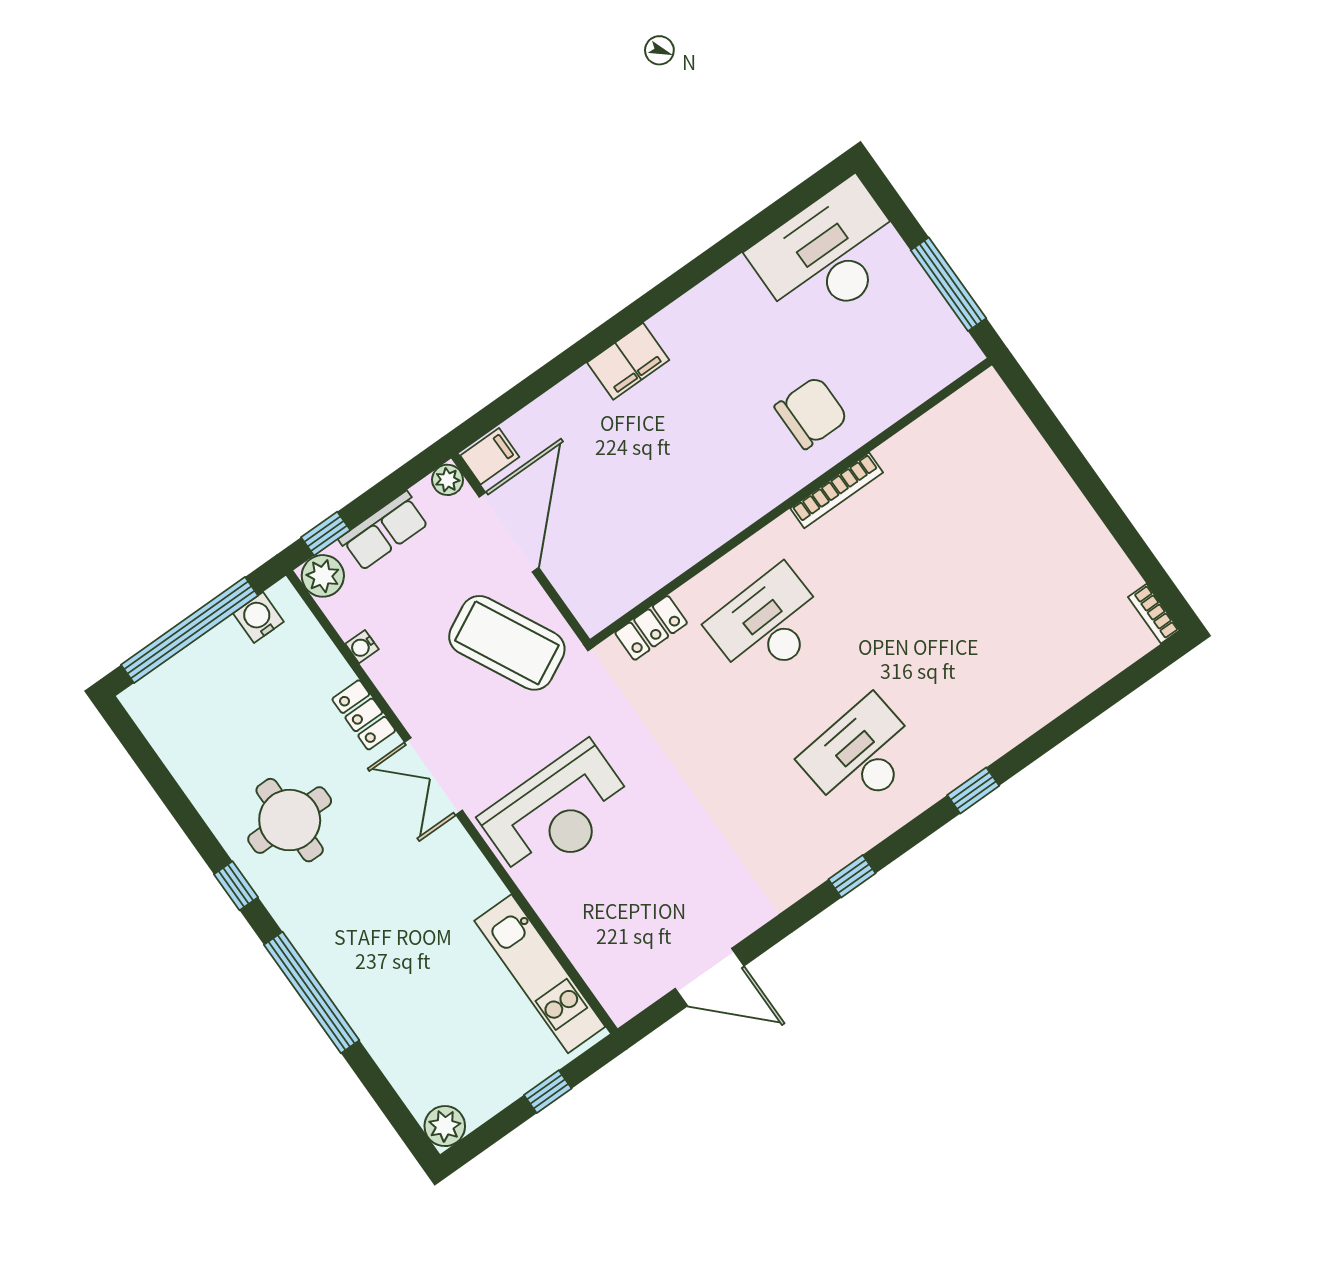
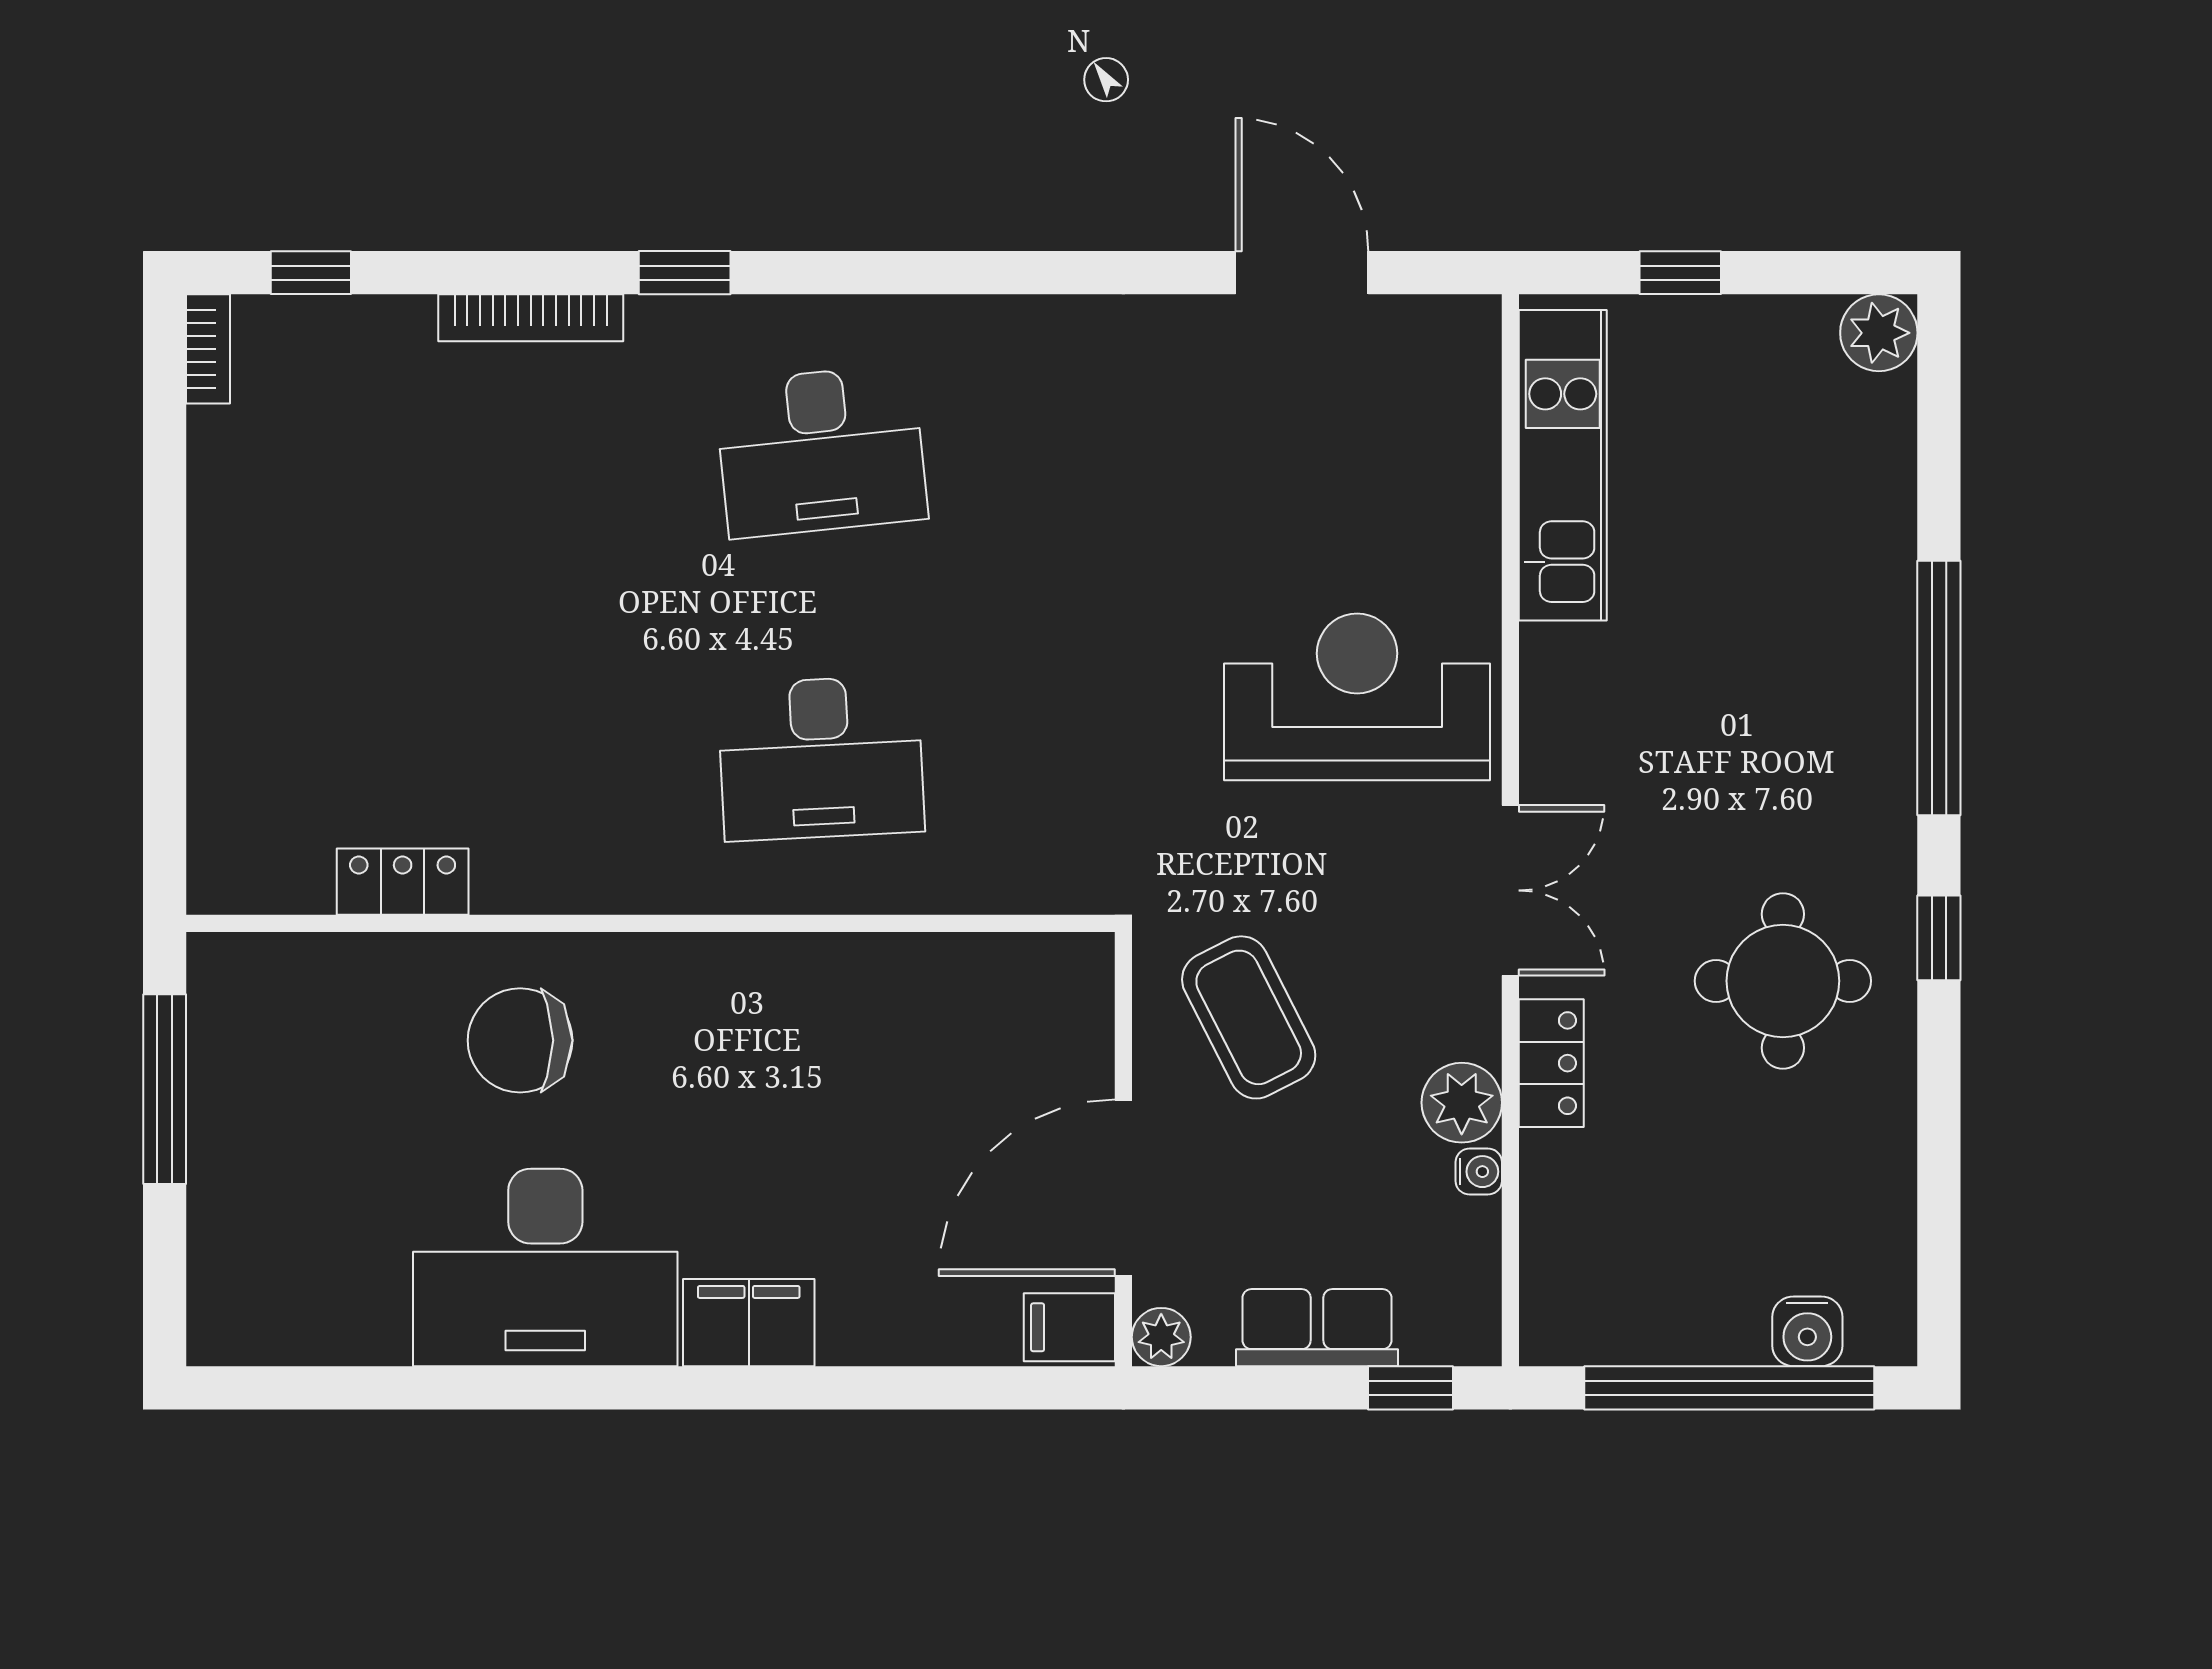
desk: (829, 255) -> (545, 1267), moved
bookcase: (837, 490) -> (531, 318), moved, turned 180
plant: (323, 576) -> (1462, 1103), moved
water cooler: (258, 617) -> (1807, 1331), moved
locker: (651, 628) -> (403, 882), moved
coffee table: (507, 643) -> (1249, 1017), width x0.73, depth x0.76
window: (852, 876) -> (311, 273), moved

